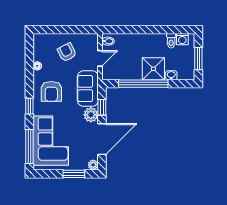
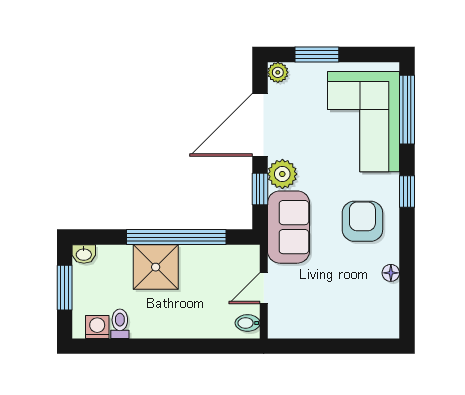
armchair: (67, 52) -> (331, 301), removed
washbasin: (171, 75) -> (84, 254), moved

